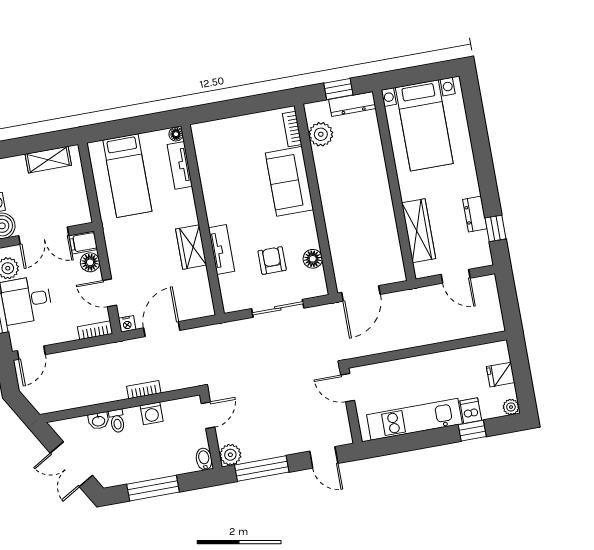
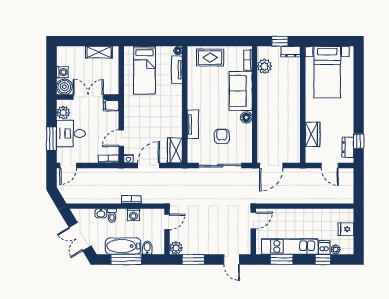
dresser: (352, 104) -> (291, 52), width x0.70
rug: (230, 136) -> (210, 58), added
dresser: (475, 214) -> (348, 147), moved
wardrobe: (419, 231) -> (312, 134), width x0.67
double door: (44, 236) -> (88, 97), swing flipped
wardrobe: (191, 247) -> (175, 150), moved
floor lamp: (313, 259) -> (246, 117), moved
floor lamp: (90, 262) -> (113, 118), removed
door: (110, 293) -> (121, 138), hinge flipped
sliding door: (278, 308) -> (220, 166), width x1.37
door: (348, 388) -> (253, 220), swing flipped
plant: (511, 407) -> (336, 249), moved
window: (405, 443) -> (282, 259), added
bidet: (204, 459) -> (147, 248), moved
bathtub: (144, 467) -> (123, 246), added
window: (262, 468) -> (193, 259), width x0.69

